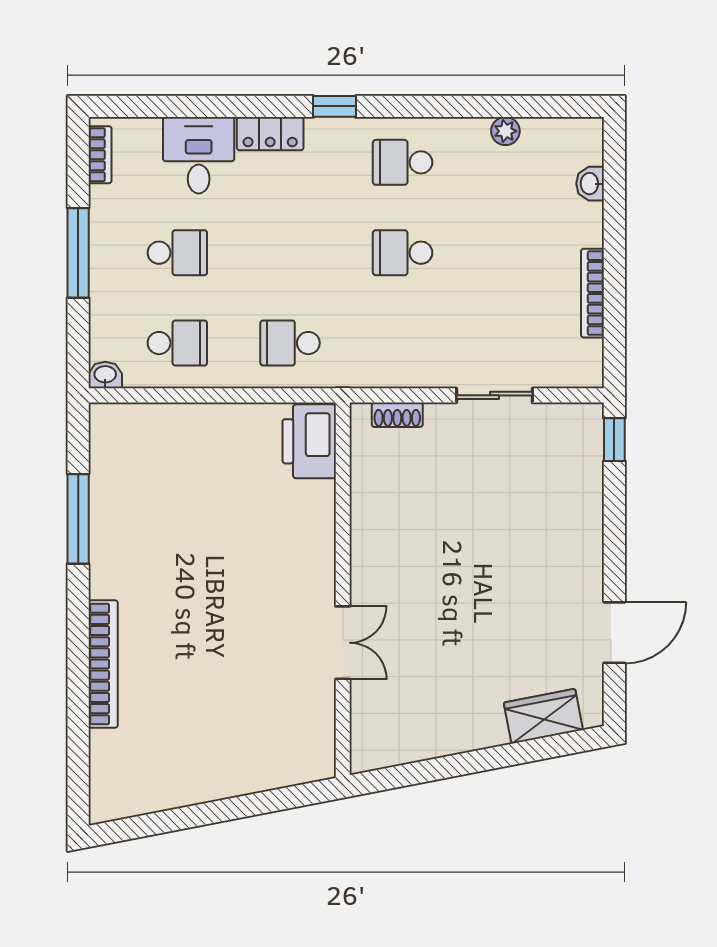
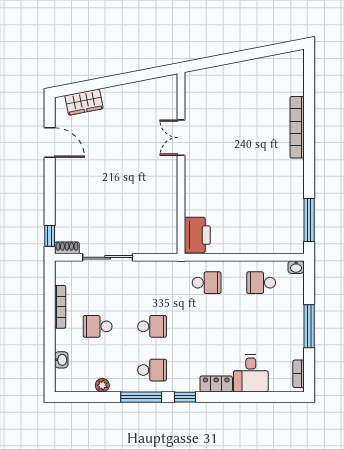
window: (425, 106) -> (141, 397), added
school desk: (177, 253) -> (98, 326), moved
sliding door: (494, 395) -> (108, 257), width x1.37
shoe rack: (397, 415) -> (67, 248), moved
window: (78, 519) -> (309, 220), moved
door: (614, 633) -> (50, 143), swing flipped

